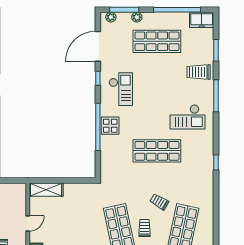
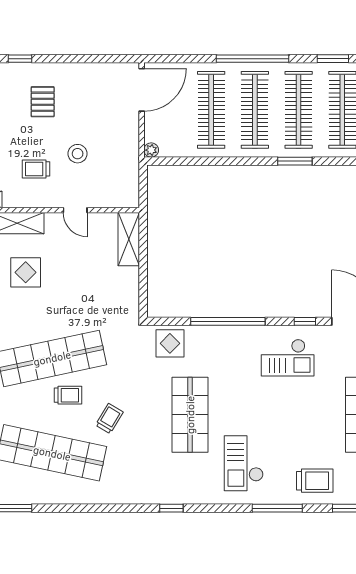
trolley: (199, 72) -> (315, 481), turned 90
display table: (110, 126) -> (170, 343), moved

